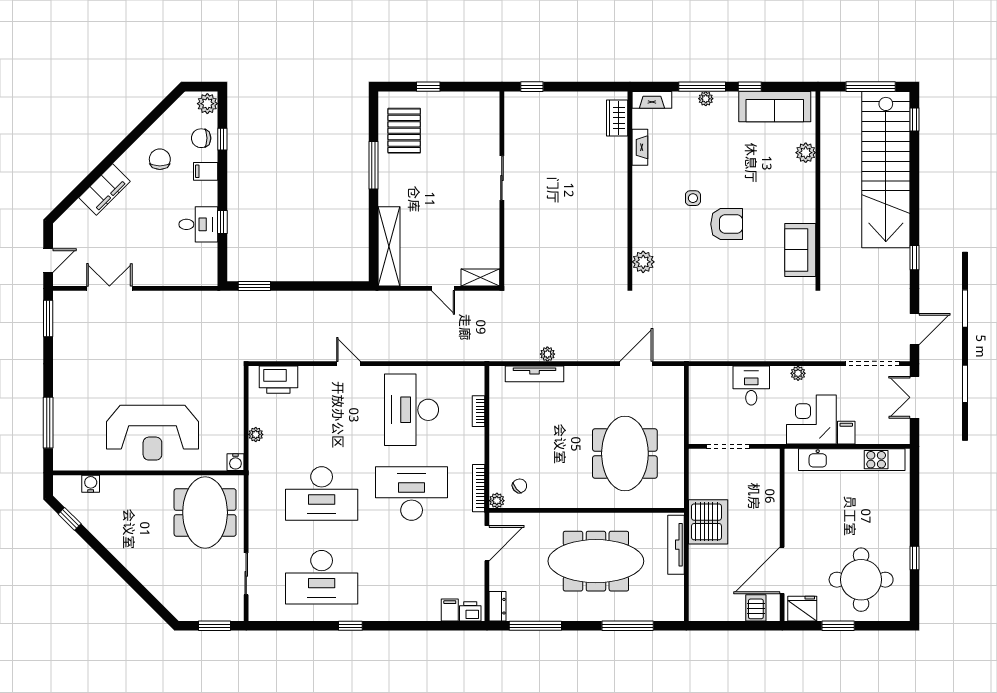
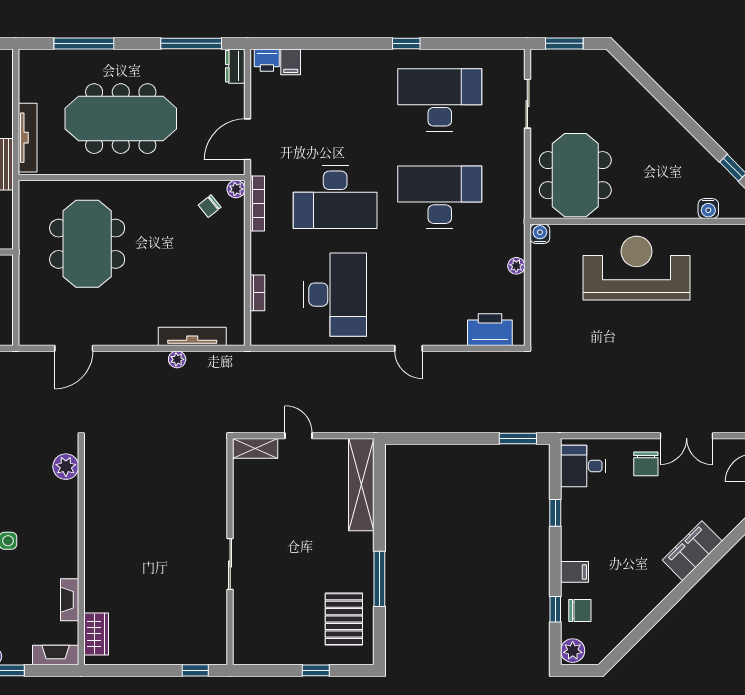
chair: (160, 159) -> (646, 464), moved
desk: (198, 224) -> (583, 466), moved

